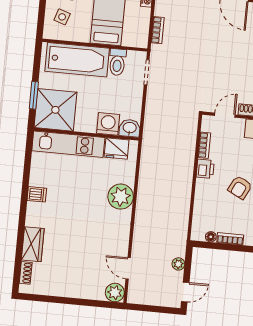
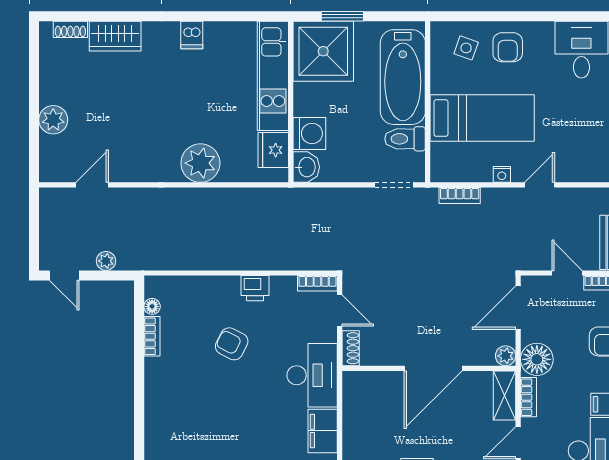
bookcase: (204, 145) -> (317, 283), moved
plant: (115, 293) -> (53, 120), moved

